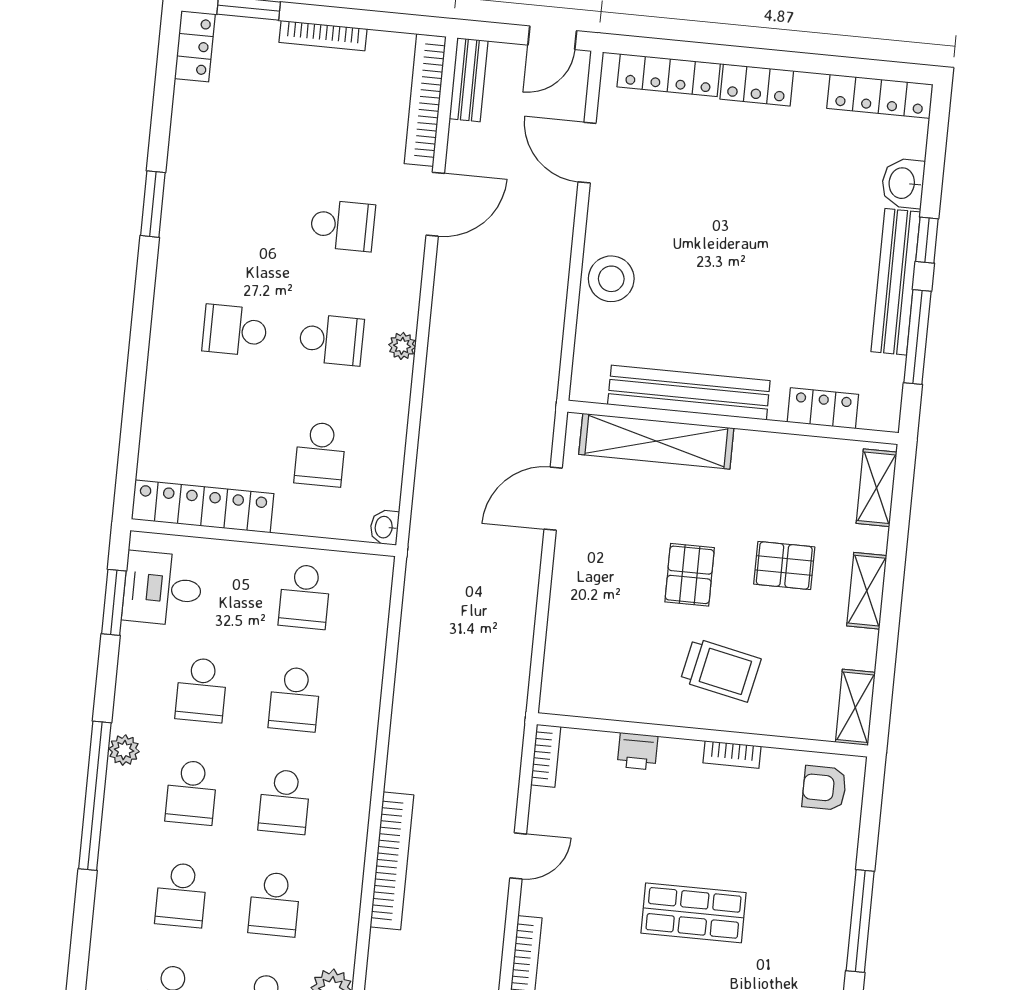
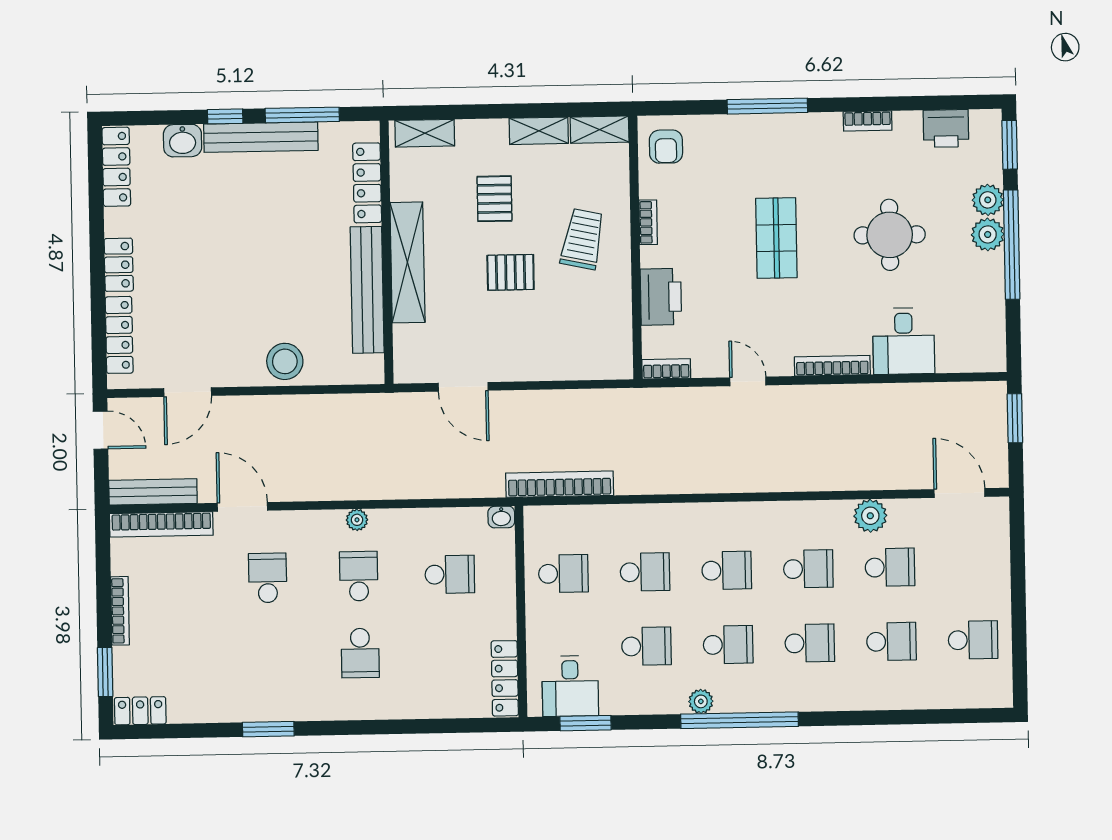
bench: (469, 80) -> (153, 492), width x1.36
locker: (823, 408) -> (367, 183), width x1.53
shelving: (656, 441) -> (407, 262), moved
locker: (203, 506) -> (505, 678), width x0.71, depth x0.83
shelving: (867, 591) -> (539, 131), moved
printer: (638, 751) -> (661, 297), width x1.87, depth x1.48
bookcase: (392, 861) -> (560, 484), moved

